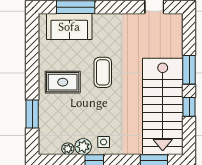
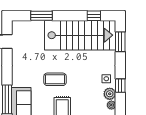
window: (189, 70) -> (42, 16), moved
window: (189, 107) -> (94, 16), moved

